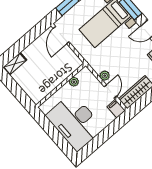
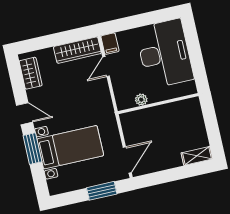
plant: (105, 76) -> (103, 88), removed

